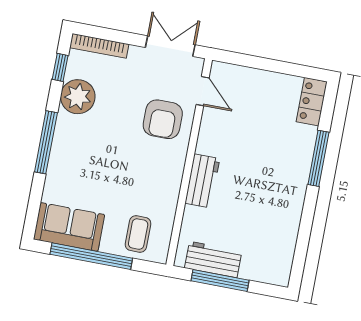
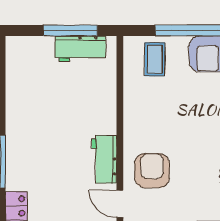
workbench: (202, 181) -> (104, 159), moved

